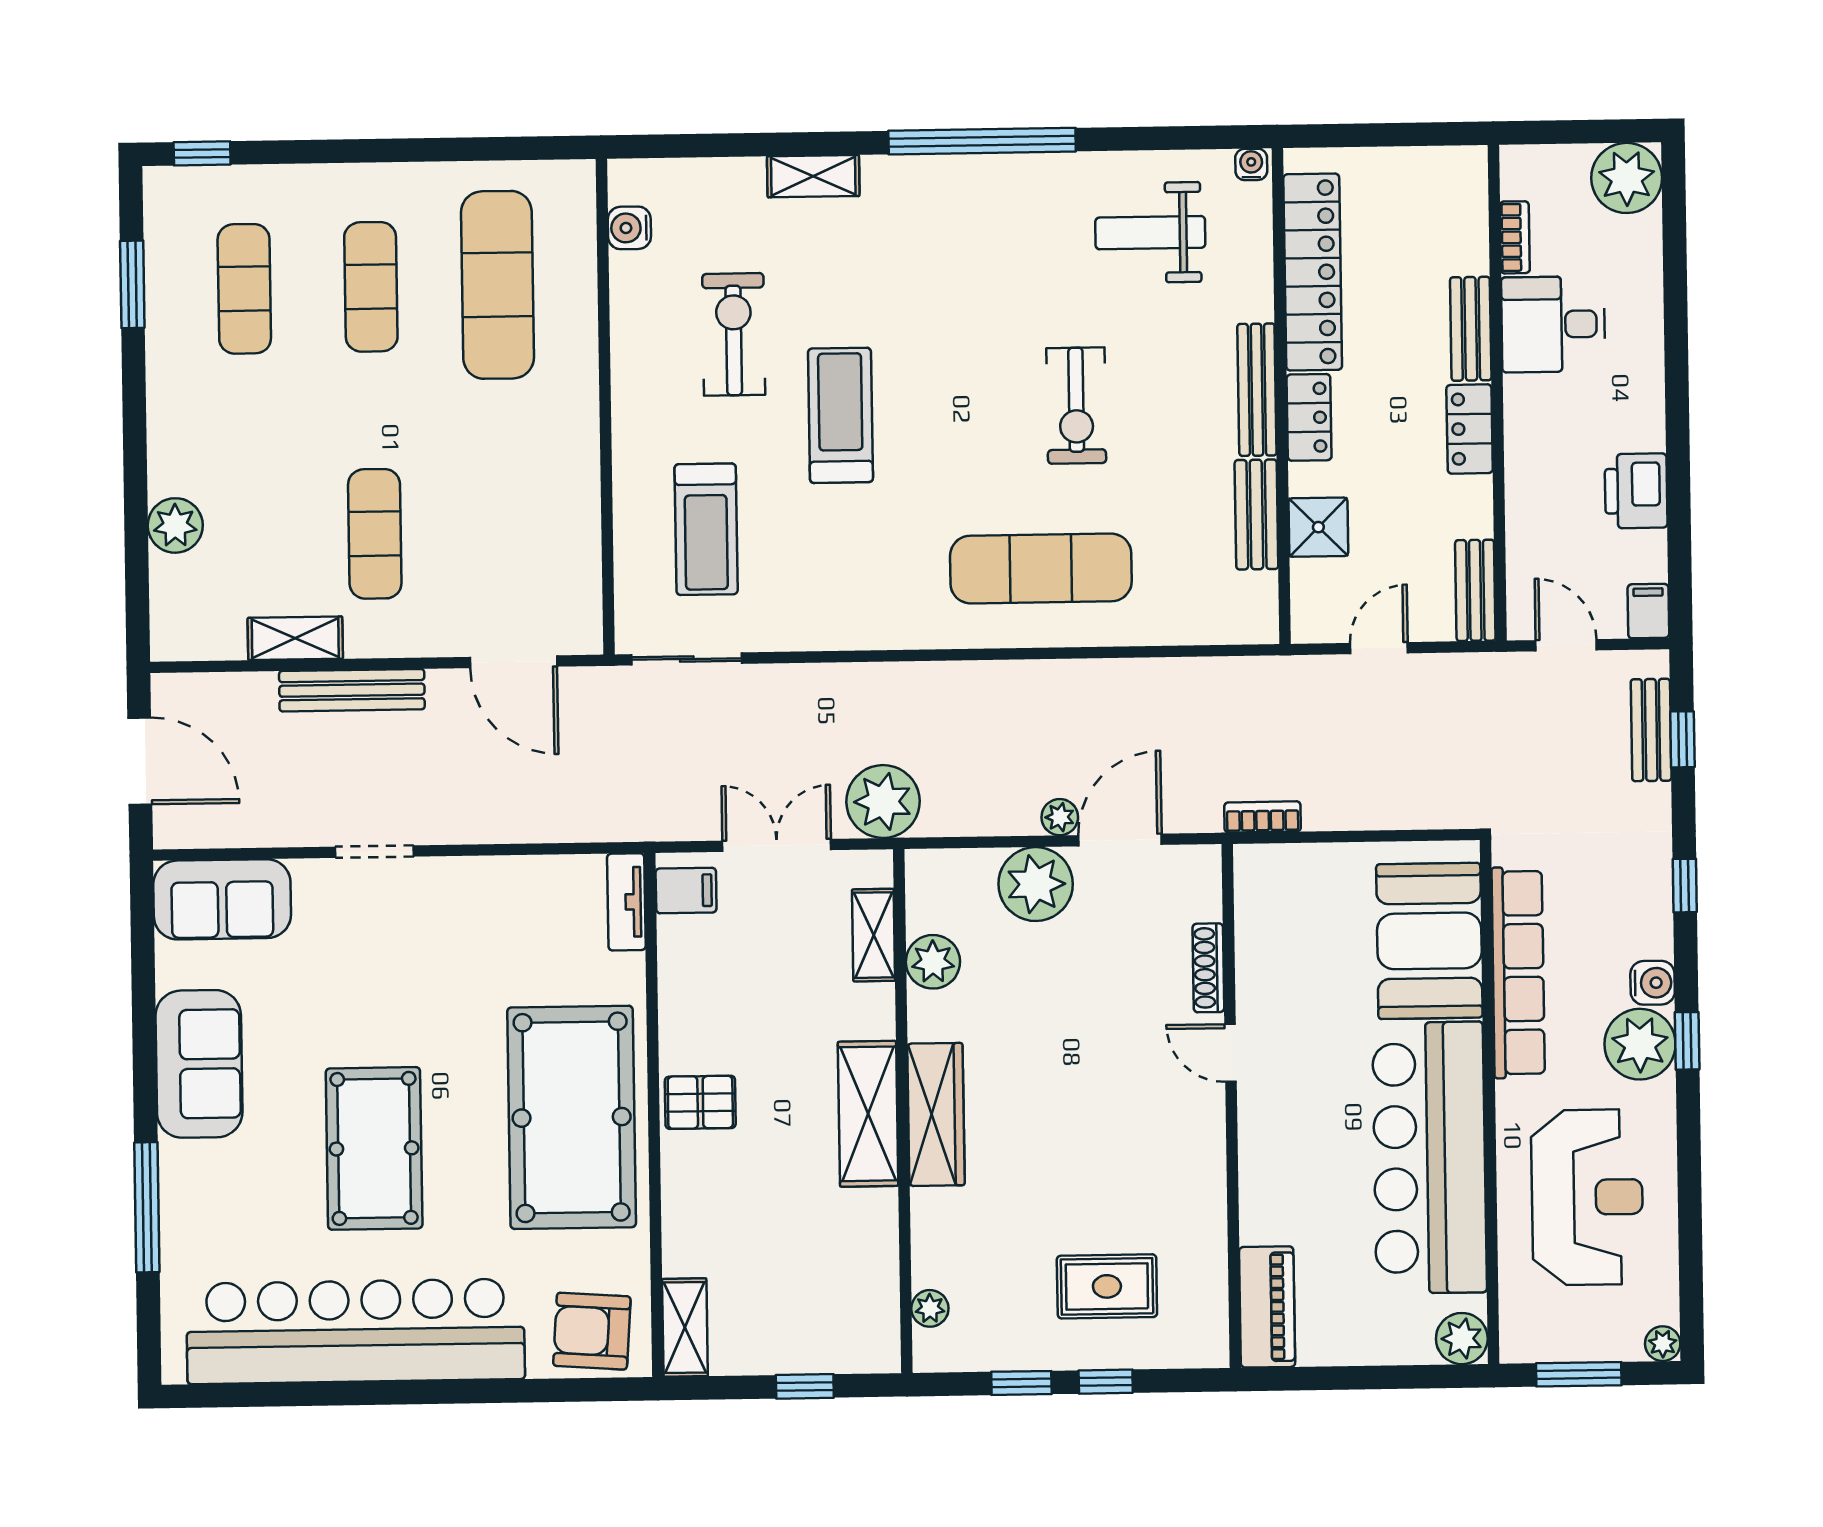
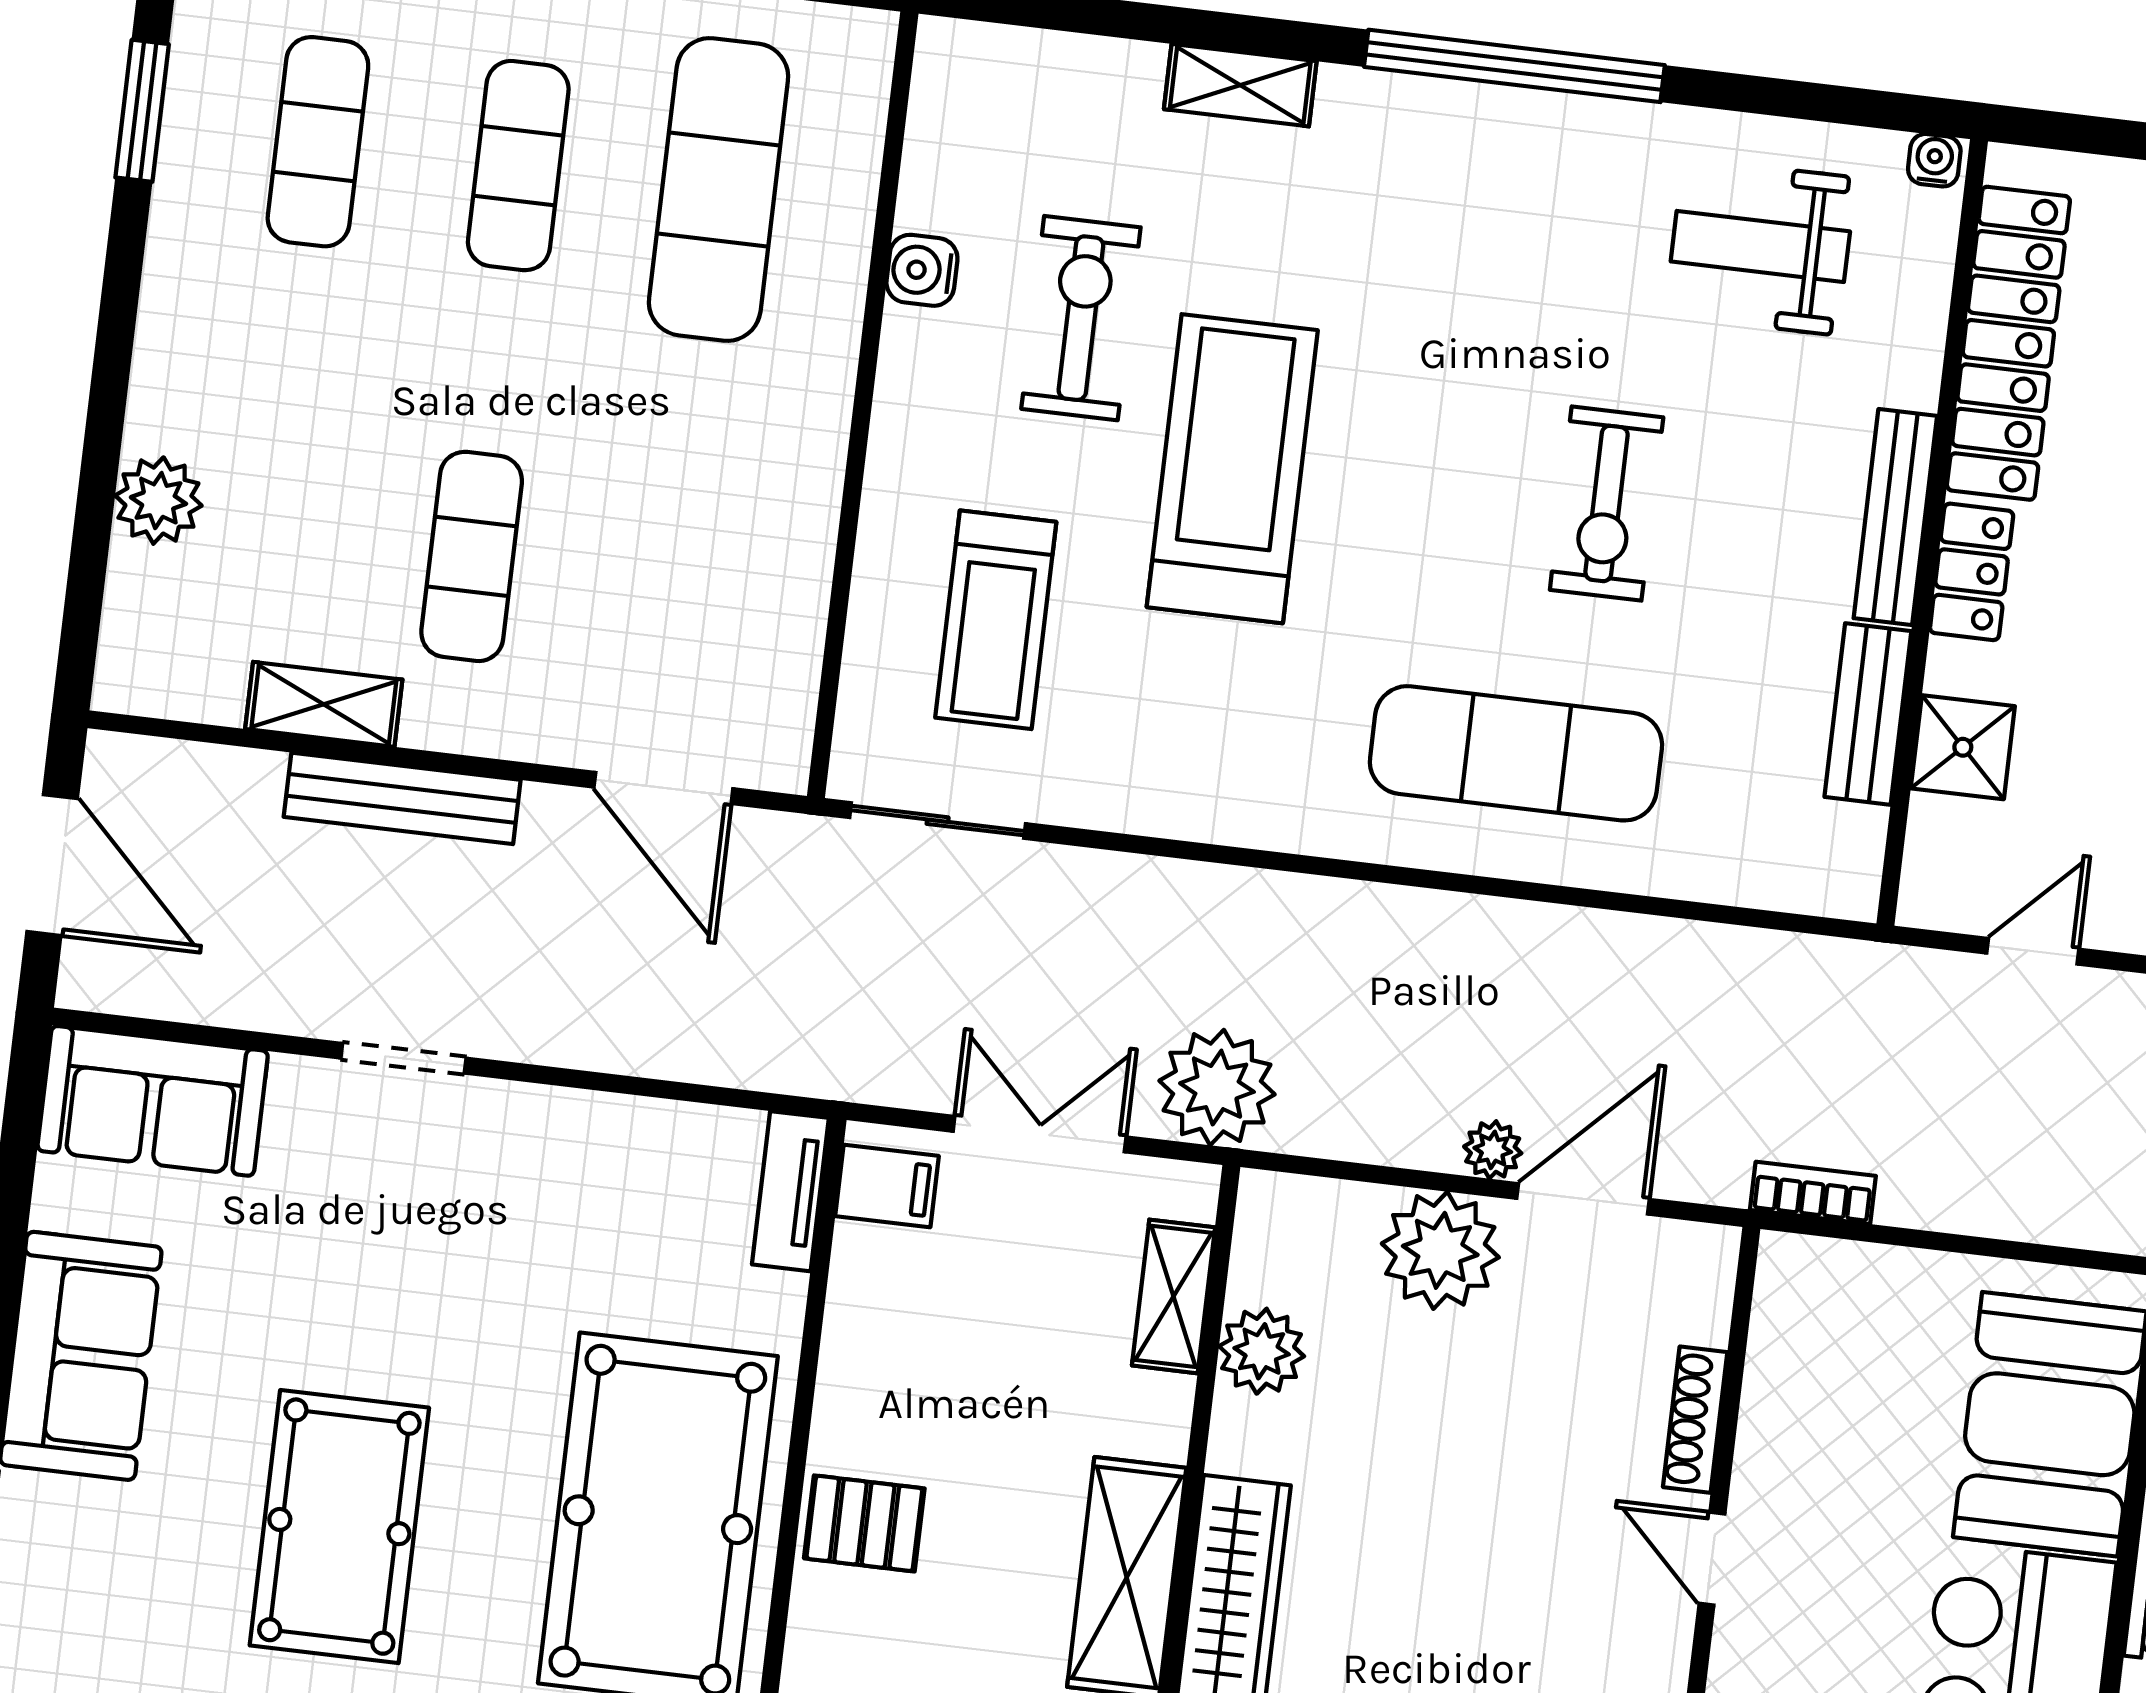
water cooler: (629, 228) -> (922, 270), moved
treadmill: (840, 415) -> (1232, 469), width x1.37, depth x1.38

